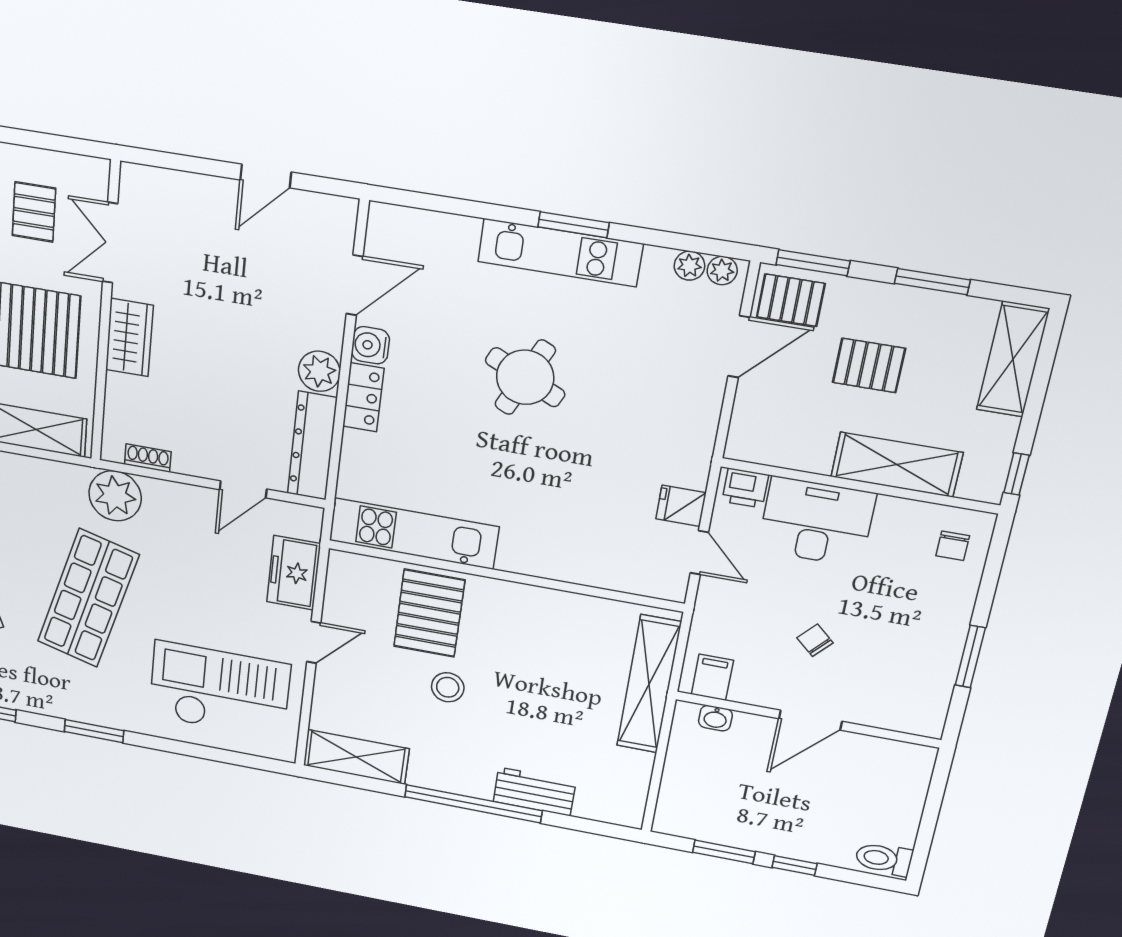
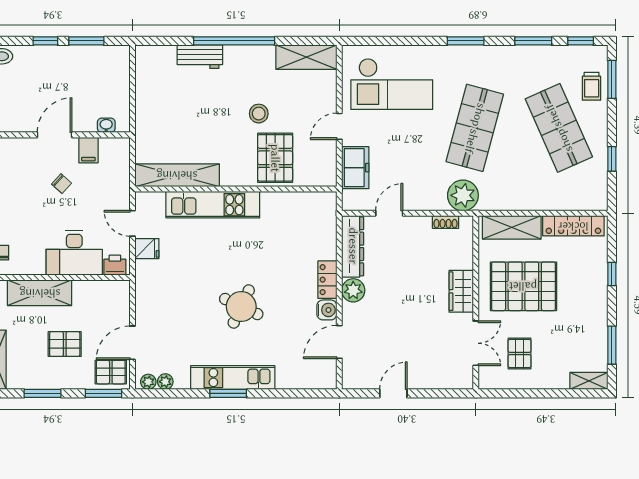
kitchen unit: (414, 534) -> (213, 205), moved
filing cabinet: (712, 677) -> (88, 150), moved
shelving: (649, 684) -> (177, 175), moved, turned 90

